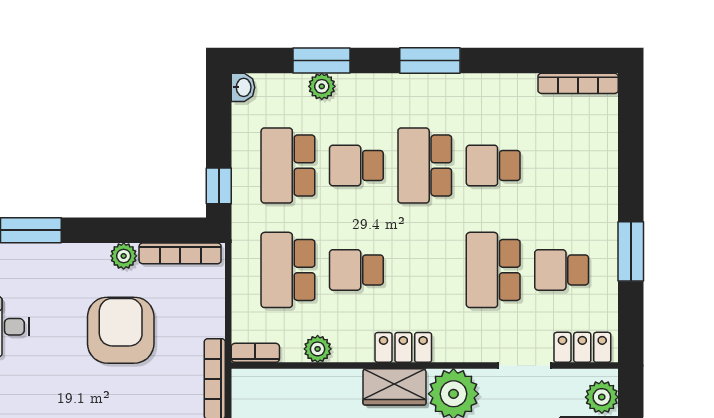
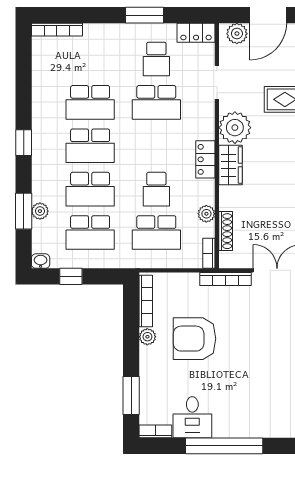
window: (430, 61) -> (24, 143), width x0.67
bookcase: (578, 83) -> (57, 30), moved, turned 90
school desk: (356, 166) -> (90, 189), width x1.85
school desk: (493, 166) -> (90, 102), width x1.85
window: (219, 186) -> (71, 276), moved
locker: (582, 347) -> (196, 33), moved, turned -90
shoe rack: (290, 379) -> (226, 231), added

